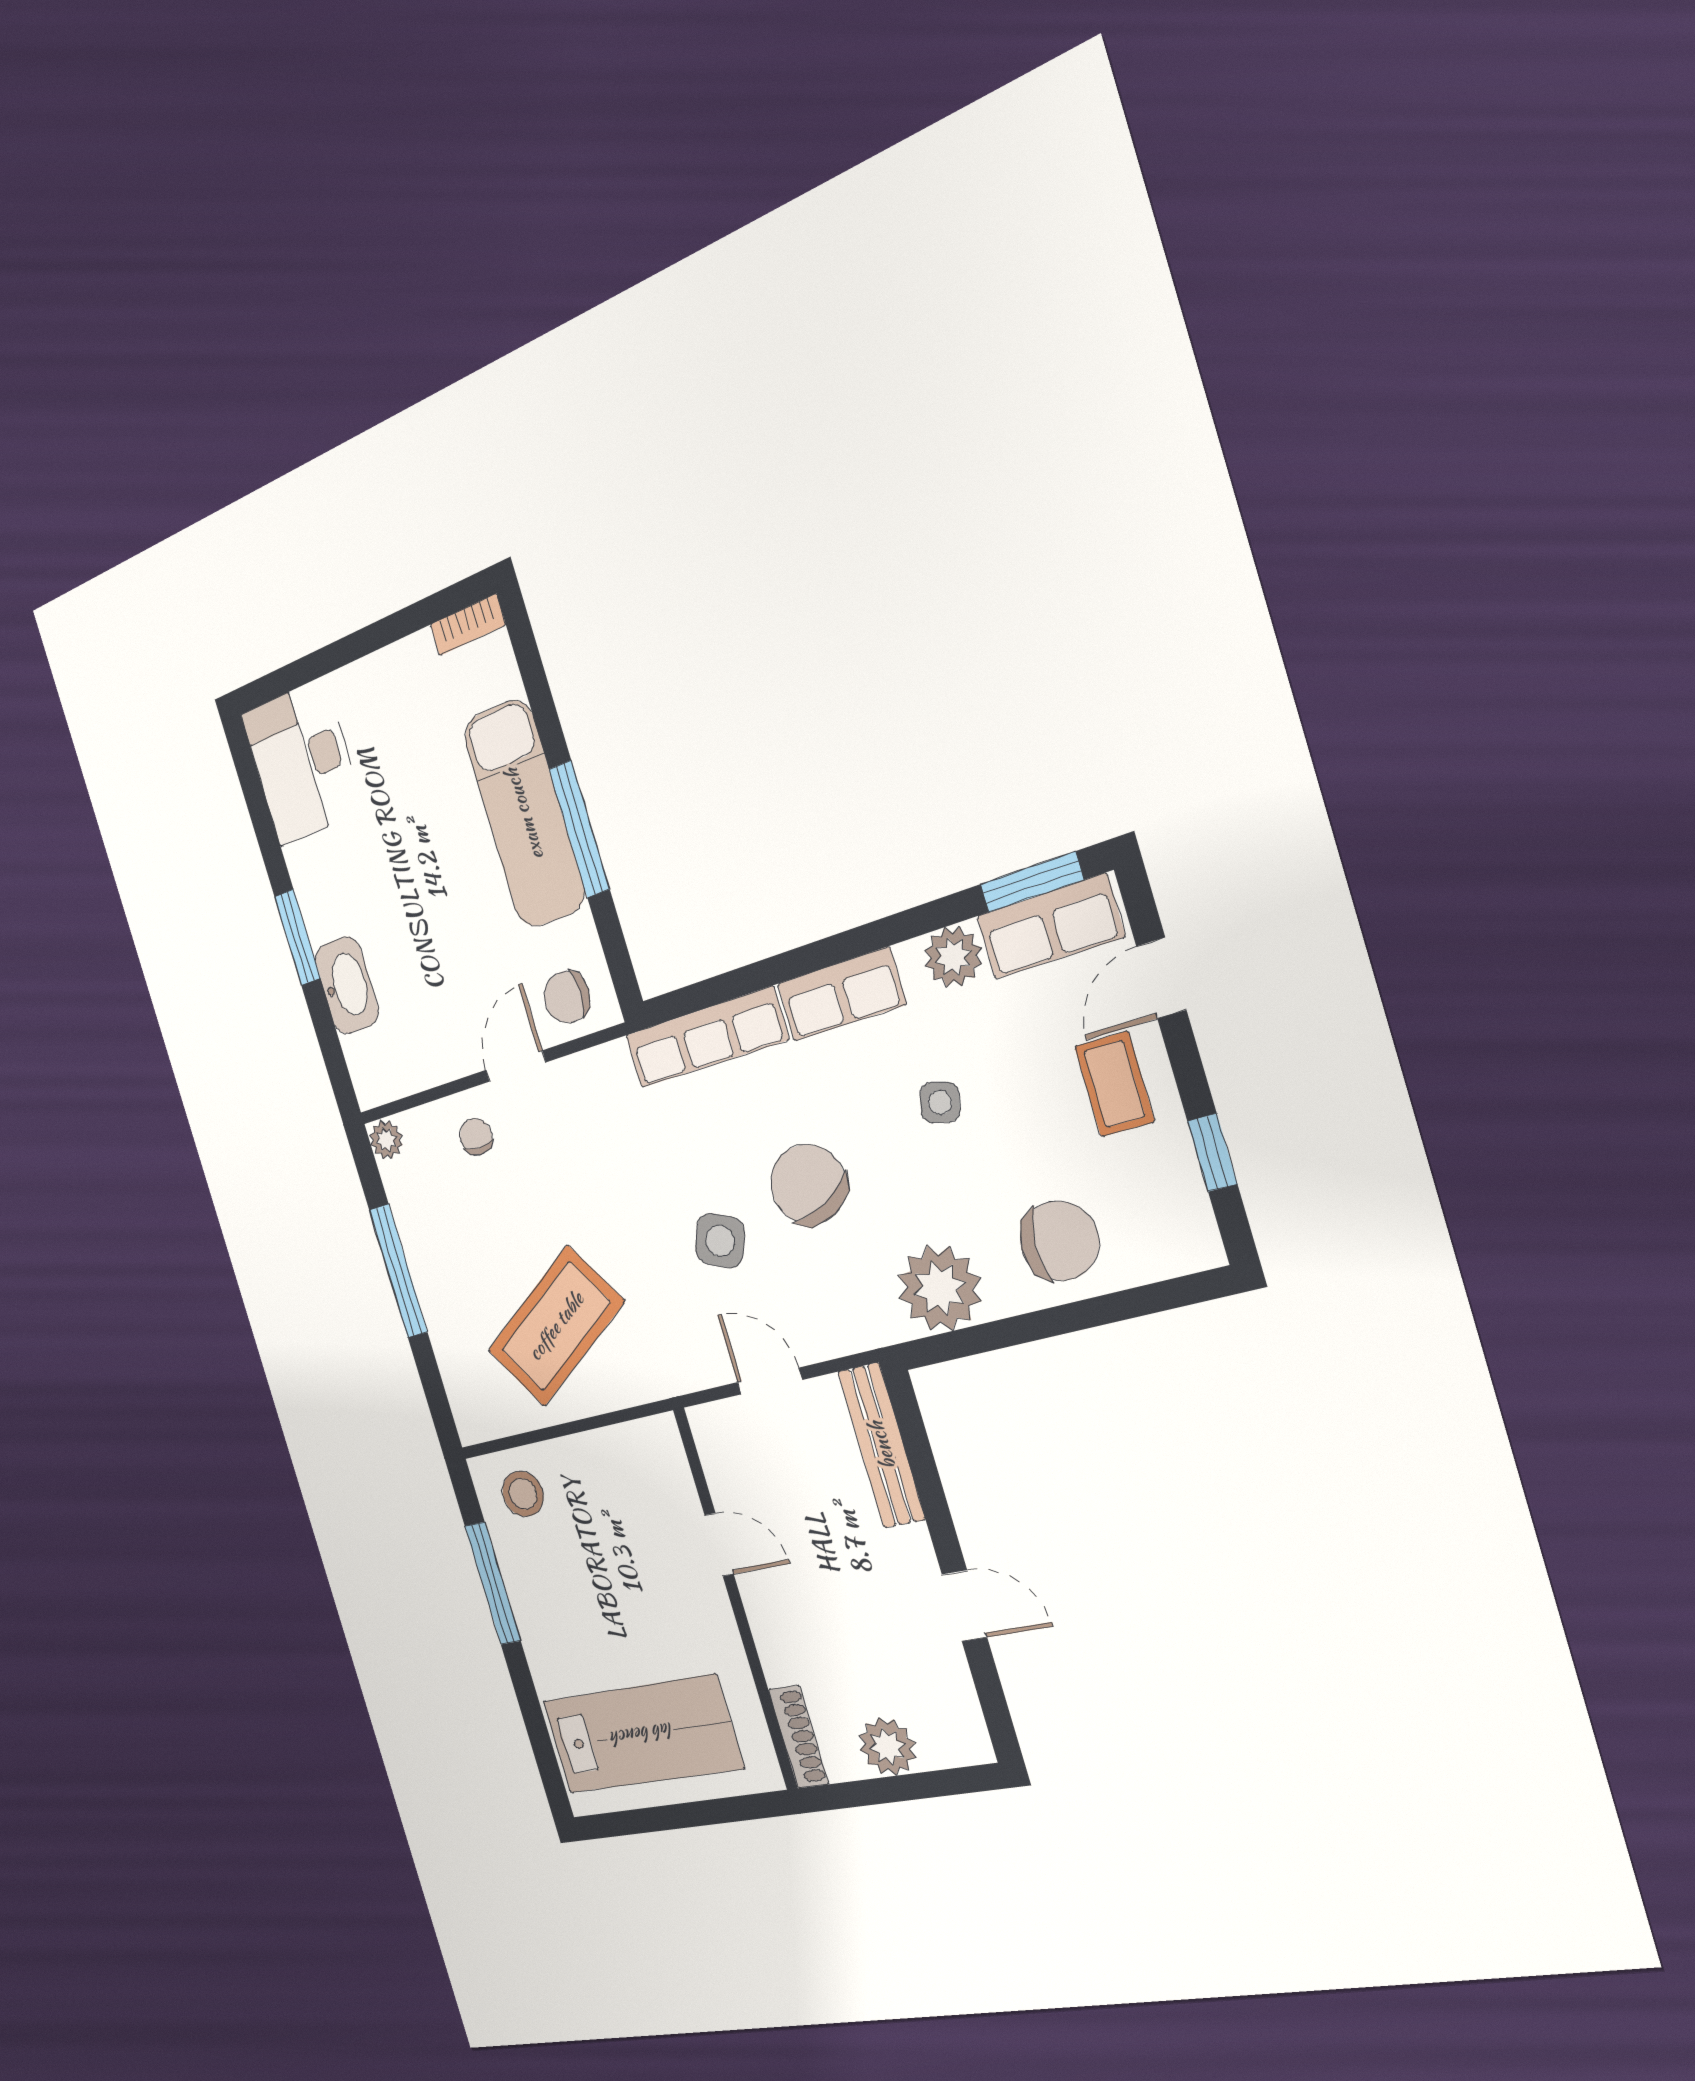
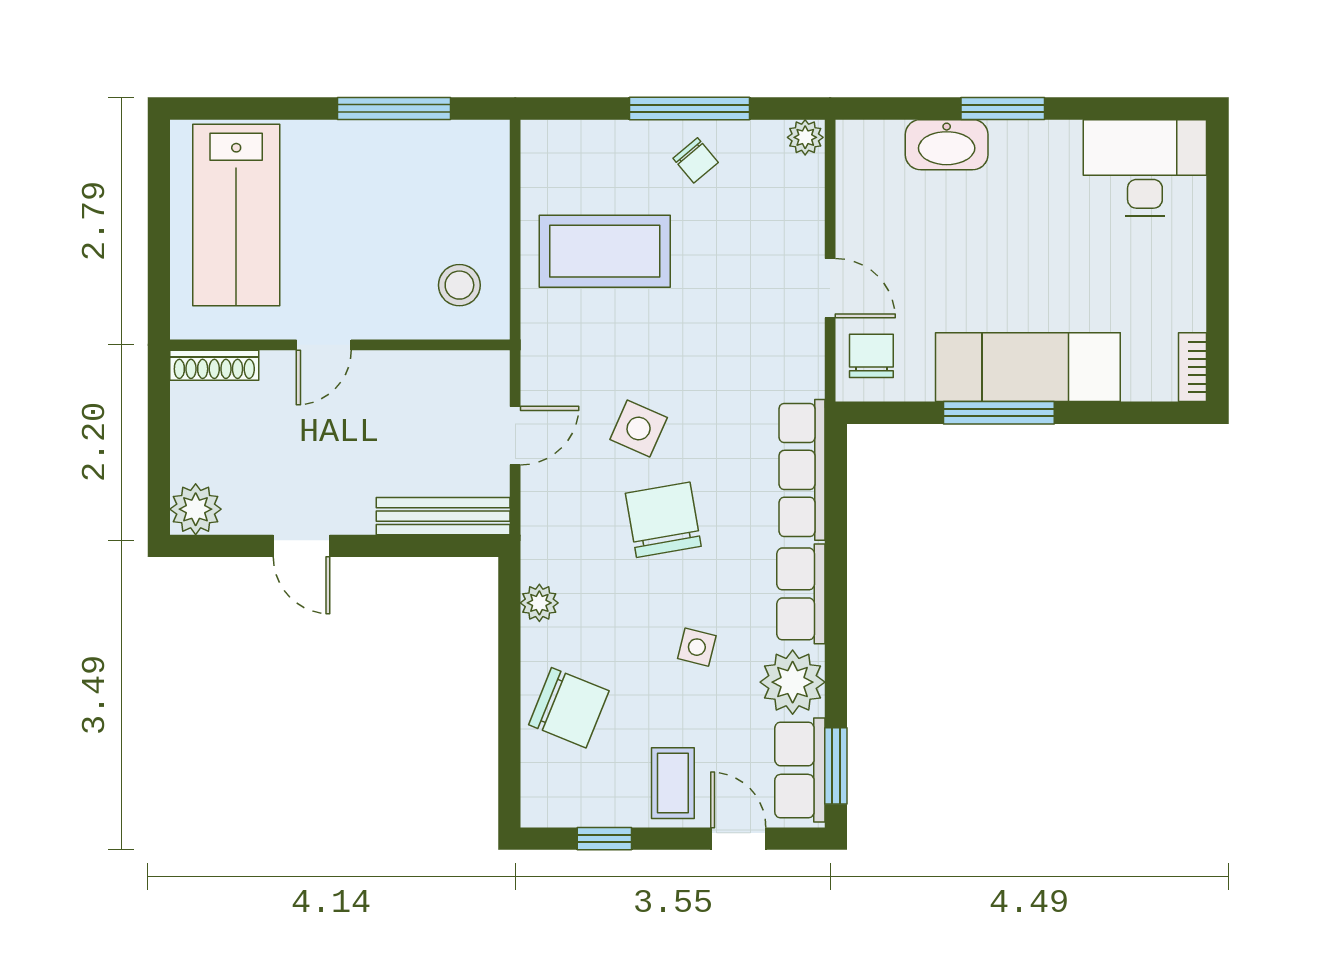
plant: (953, 957) -> (793, 682), width x1.36, depth x1.36
coffee table: (1115, 1084) -> (673, 783), turned 90
chair: (476, 1137) -> (696, 160), moved, turned 50
chair: (808, 1185) -> (663, 520), turned -73
chair: (1059, 1241) -> (569, 708), turned -70
plant: (940, 1288) -> (539, 603), width x0.53, depth x0.53
coffee table: (556, 1326) -> (605, 251), turned -57
stool: (523, 1494) -> (459, 285), moved
door: (719, 1545) -> (324, 345), moved
door: (964, 1606) -> (302, 546), hinge flipped
plant: (887, 1746) -> (196, 509), moved

